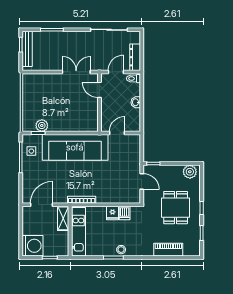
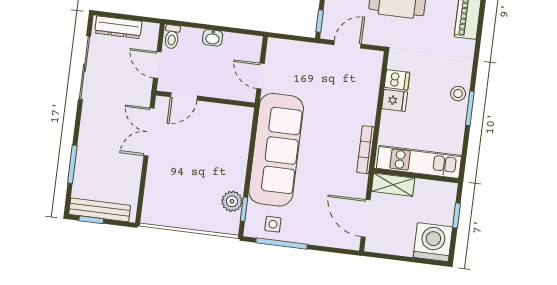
dresser: (135, 57) -> (118, 27), moved

